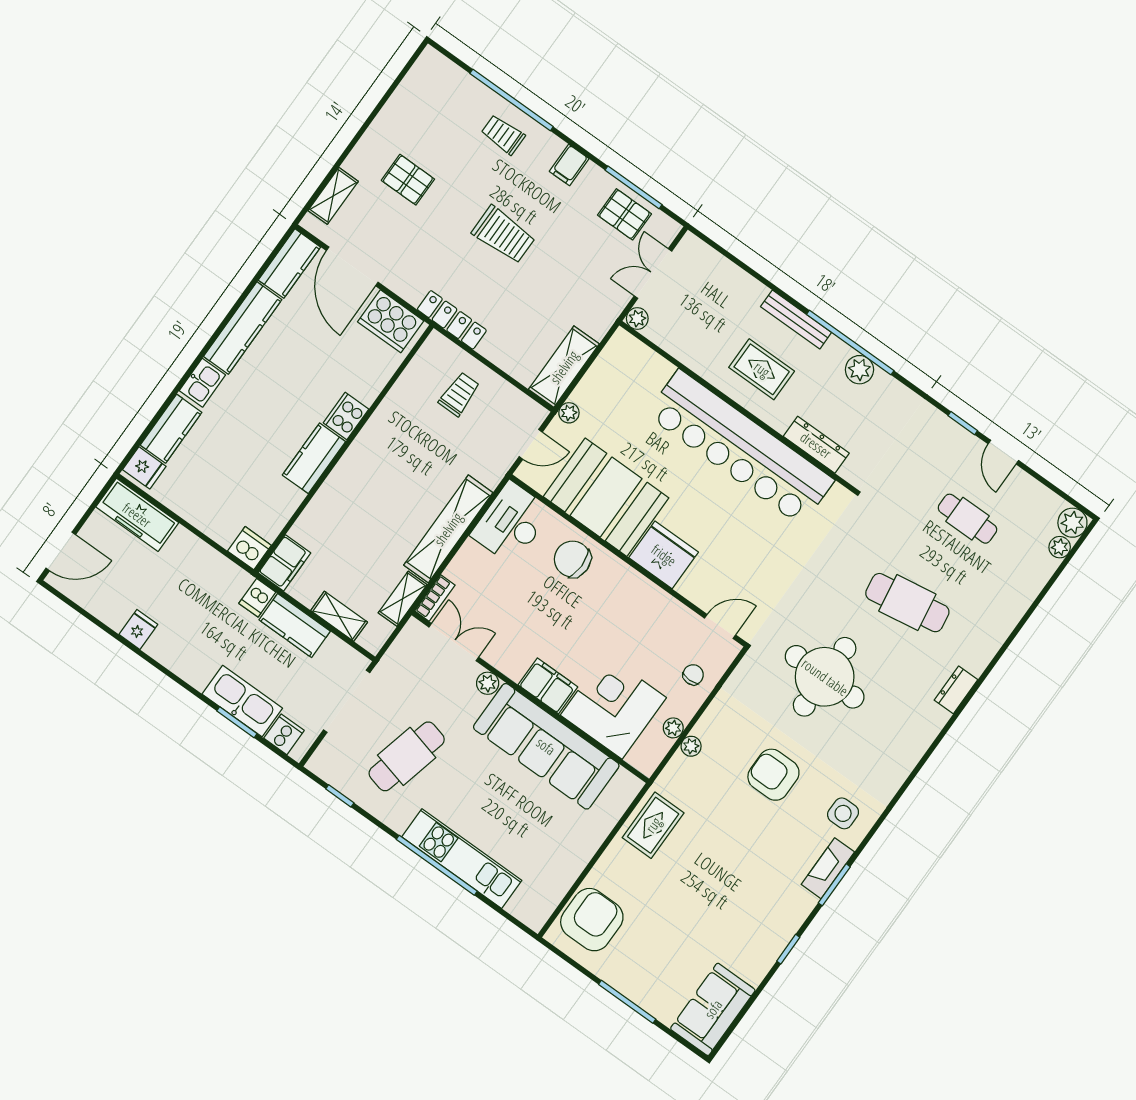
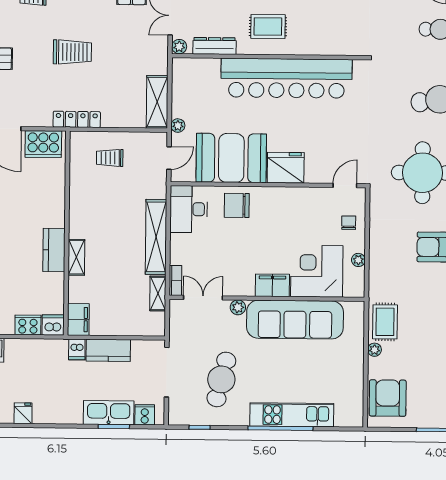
trolley: (459, 394) -> (110, 158), turned -90
cooker: (346, 416) -> (28, 325), moved, turned 90
dresser: (816, 445) -> (215, 46), moved
shelving: (339, 616) -> (76, 257), moved, turned 90
plant: (691, 746) -> (374, 350), moved

